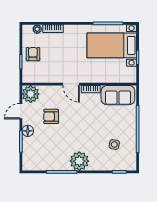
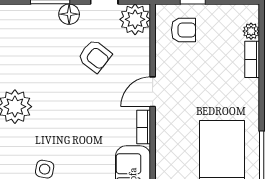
armchair: (33, 54) -> (183, 30), moved
armchair: (51, 116) -> (95, 56), turned 128

